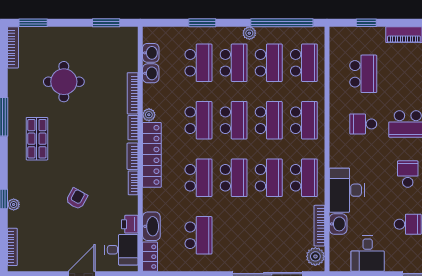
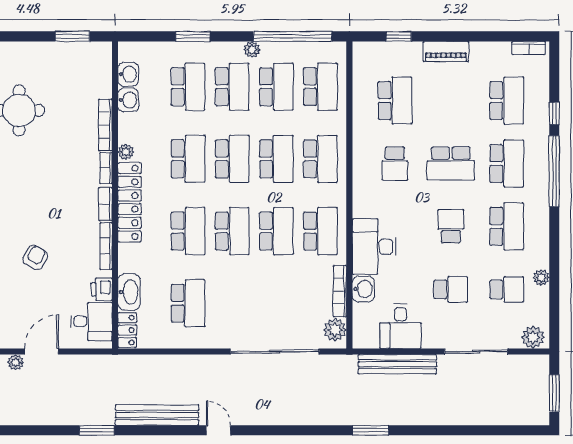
school desk: (363, 124) -> (395, 163), turned -90
bookcase: (133, 183) -> (106, 246), width x1.56

